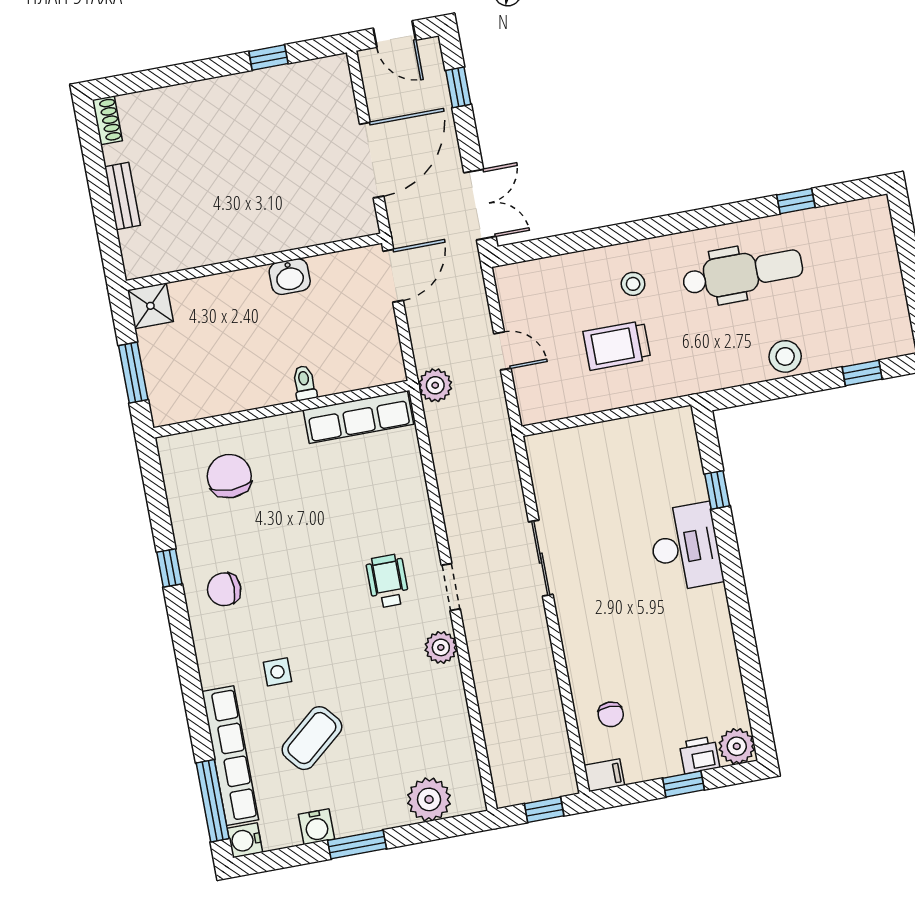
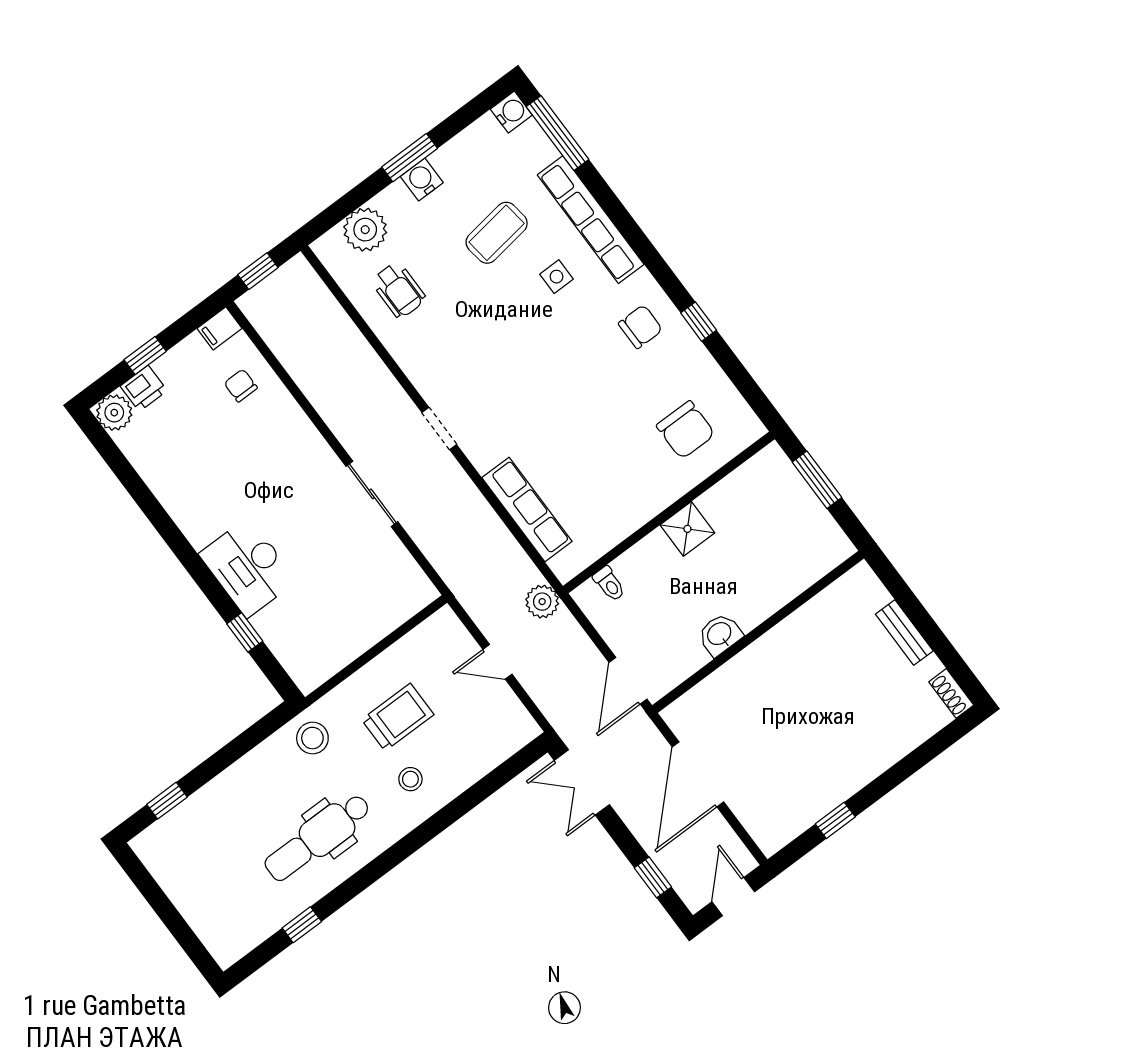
door: (394, 34) -> (733, 897), hinge flipped
shower: (150, 306) -> (687, 529), moved
stool: (785, 356) -> (312, 738), moved
toilet: (304, 383) -> (609, 584), moved
row of seats: (358, 417) -> (527, 509), moved, turned 90
wheelchair: (388, 581) -> (399, 290), moved
plant: (441, 647) -> (422, 370), removed
coffee table: (312, 738) -> (497, 233), turned 32
row of seats: (230, 756) -> (591, 220), moved
water cooler: (317, 827) -> (422, 179), moved

